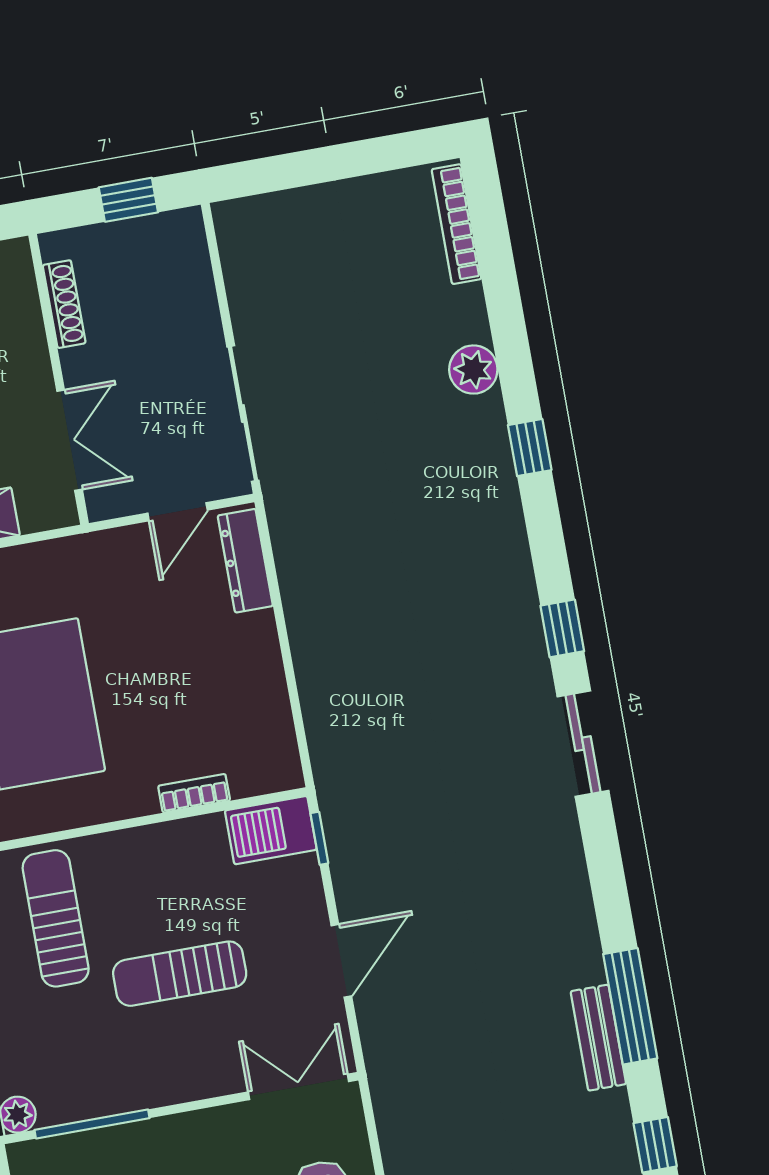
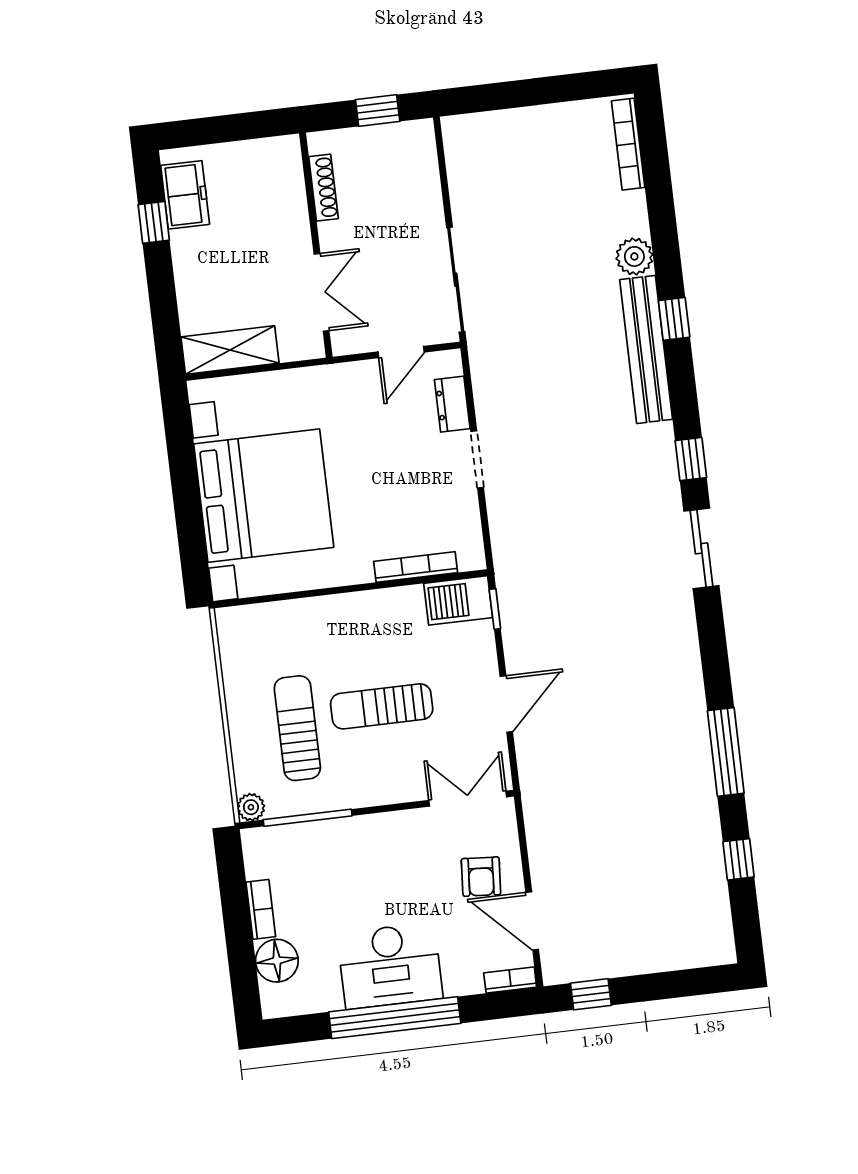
dresser: (245, 561) -> (452, 404), width x0.70
doorway: (285, 645) -> (477, 459), added
bookcase: (194, 793) -> (416, 567), width x1.56
sun lounger: (56, 918) -> (297, 728), moved
bench: (598, 1038) -> (646, 349), moved, width x1.86, depth x1.21

